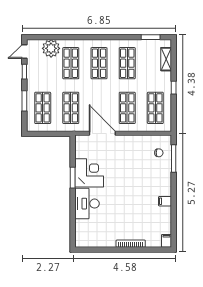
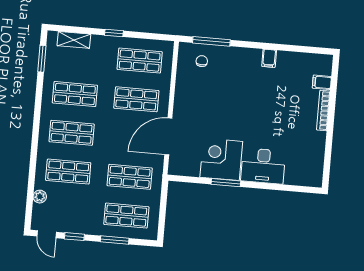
plant: (51, 48) -> (40, 197), width x0.53, depth x0.53
filing cabinet: (167, 241) -> (322, 82), moved

